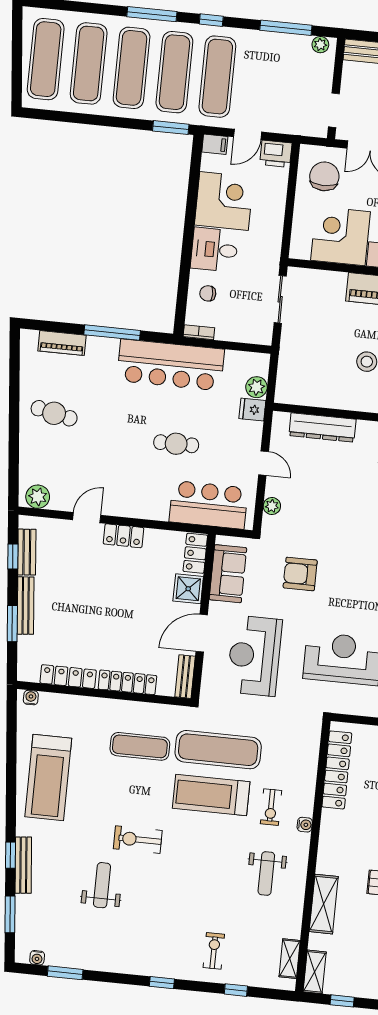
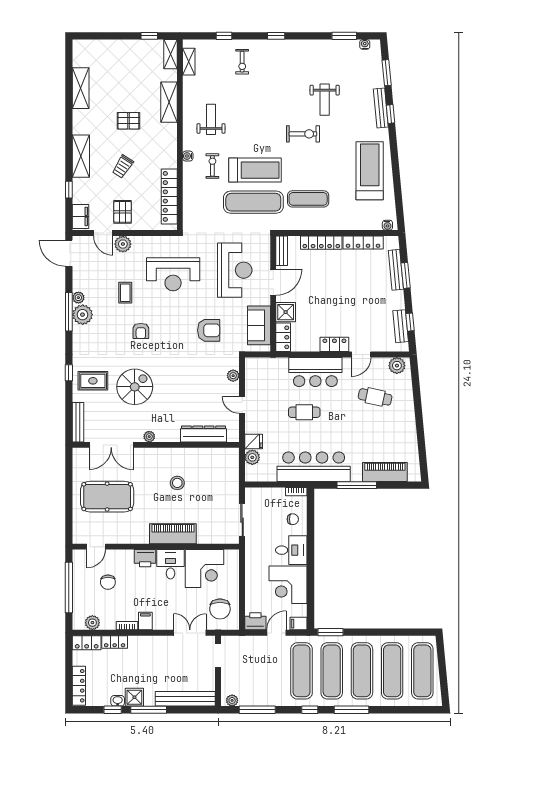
piano: (62, 343) -> (385, 472), width x1.37, depth x1.33
cafe table: (54, 413) -> (375, 397), moved
bar counter: (209, 505) -> (315, 372), moved
bench: (26, 606) -> (396, 270), moved

